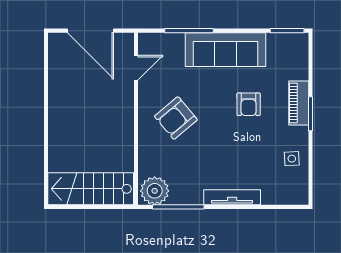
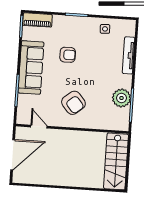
piano: (299, 103) -> (37, 20), moved
plant: (155, 191) -> (121, 98), moved
tv unit: (232, 197) -> (129, 55), moved

